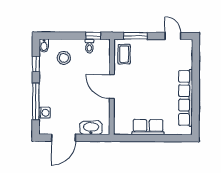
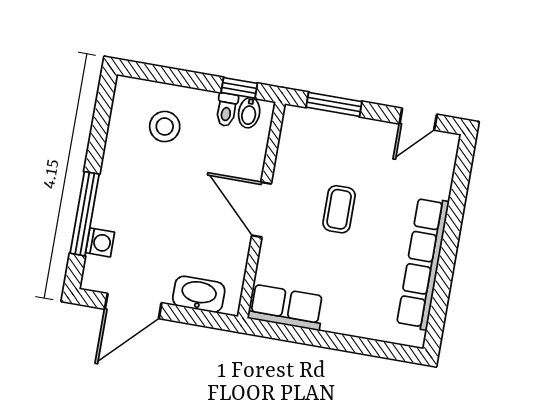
door: (173, 36) -> (418, 119), swing flipped
bidet: (44, 45) -> (249, 113), moved
coffee table: (124, 54) -> (339, 209), moved
window: (36, 64) -> (99, 130), removed
row of seats: (148, 127) -> (286, 307), moved

